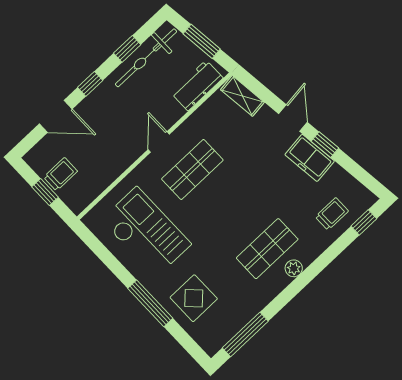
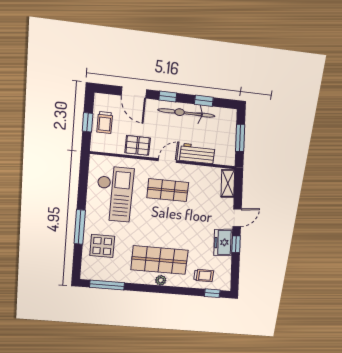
bicycle: (146, 58) -> (186, 113), moved
workbench: (197, 86) -> (197, 154), moved
pallet: (114, 160) -> (138, 145), added
trolley: (61, 174) -> (105, 123), turned 90
shop shelf: (267, 249) -> (159, 260), width x1.43, depth x1.36

